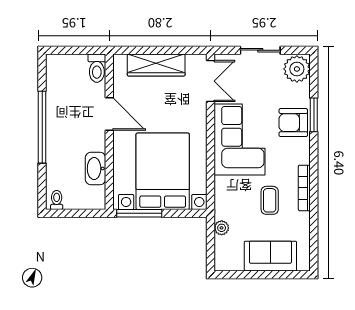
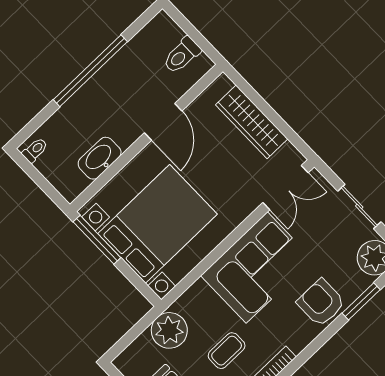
toilet: (97, 68) -> (182, 55), moved
window: (314, 115) -> (361, 301), moved
plant: (222, 228) -> (169, 330), width x1.87, depth x1.87

